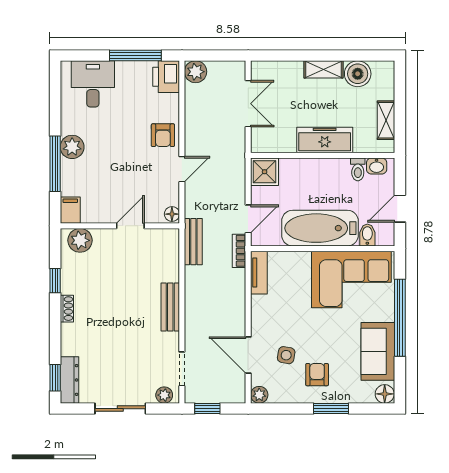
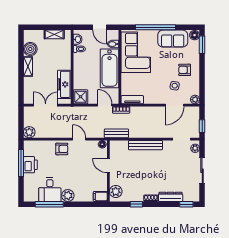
printer: (166, 77) -> (30, 165), moved, turned -90
desk: (93, 84) -> (50, 190), moved, turned -90
freezer: (325, 140) -> (64, 84), moved
window: (55, 164) -> (49, 204), moved
bench: (170, 307) -> (145, 145), width x1.36
dresser: (69, 380) -> (171, 197), moved
window: (331, 409) -> (202, 45), moved

